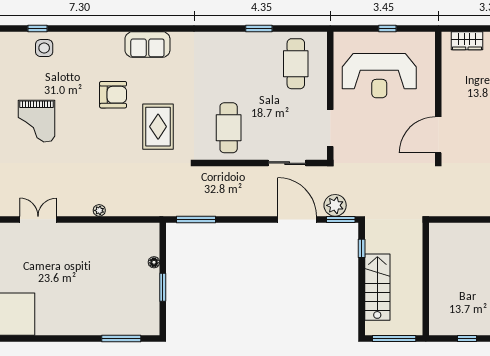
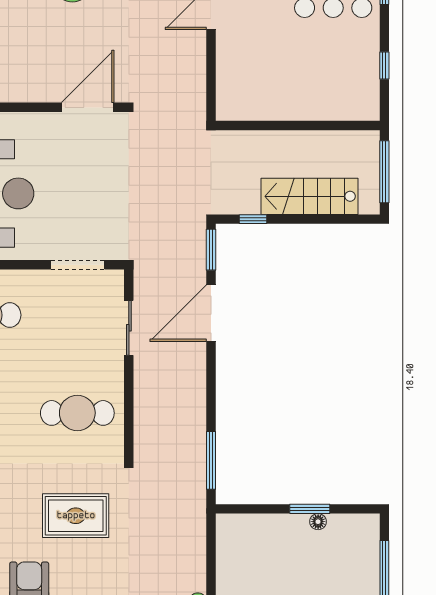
door: (438, 135) -> (88, 107), swing flipped
plant: (335, 205) -> (190, 258), removed
floor lamp: (154, 262) -> (318, 522), moved

